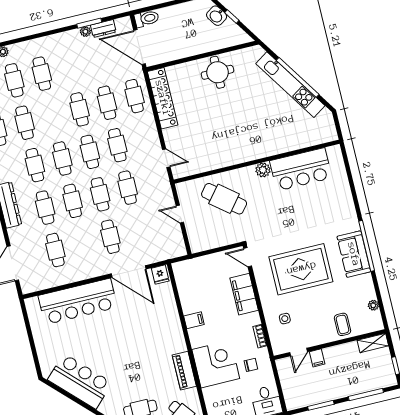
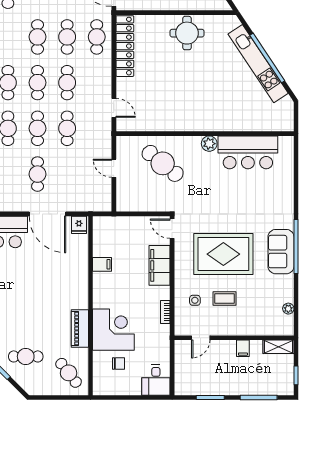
filing cabinet: (194, 320) -> (102, 264), moved
coffee table: (342, 324) -> (224, 299), moved, turned 90
filing cabinet: (317, 358) -> (243, 348), moved
chair: (251, 365) -> (118, 363), moved

